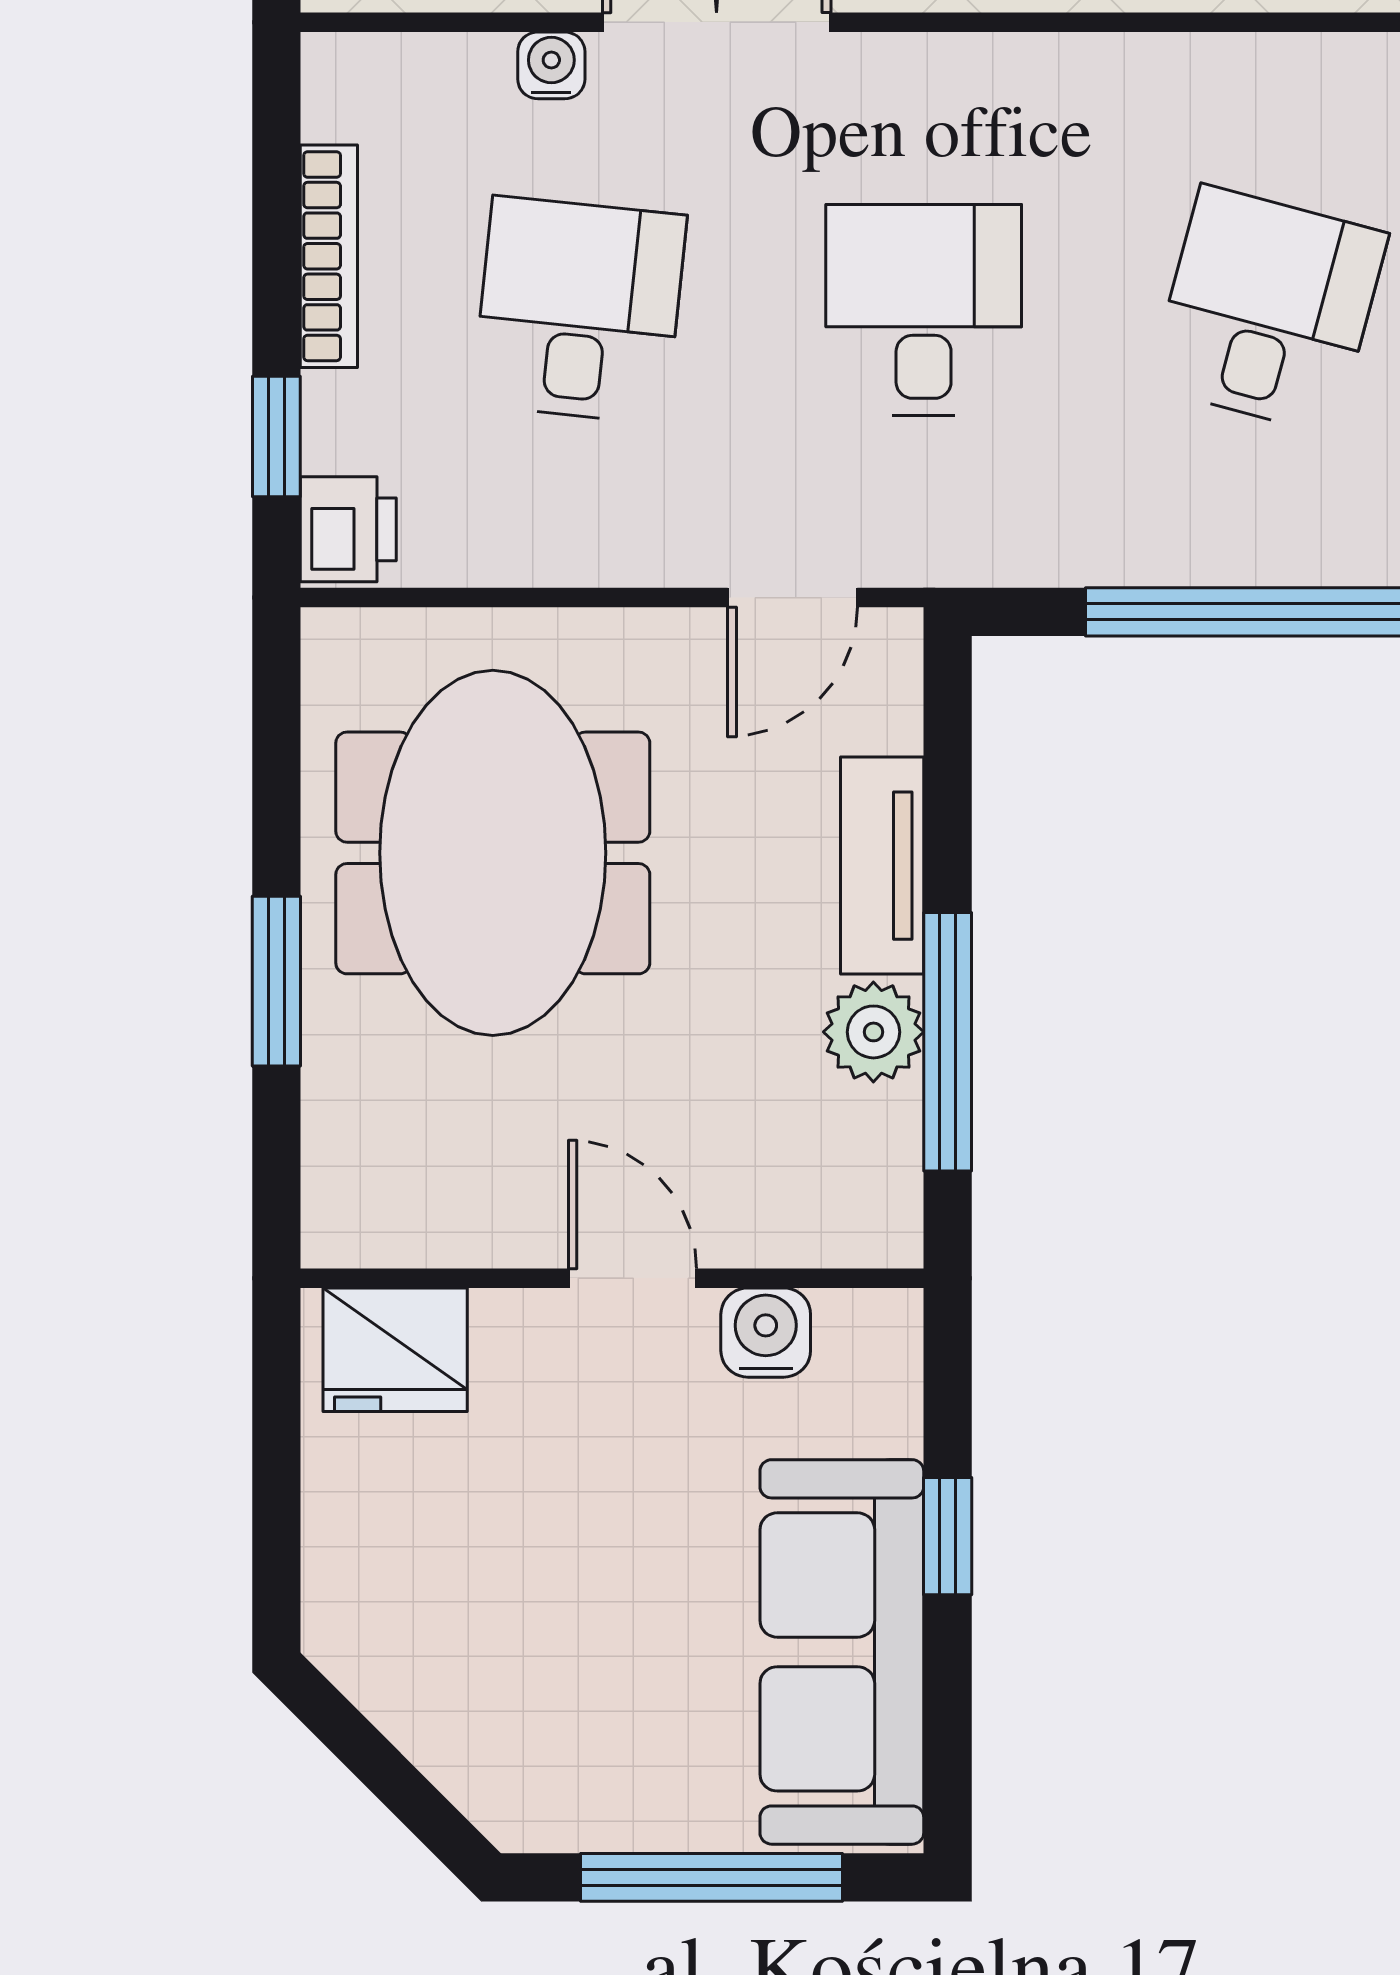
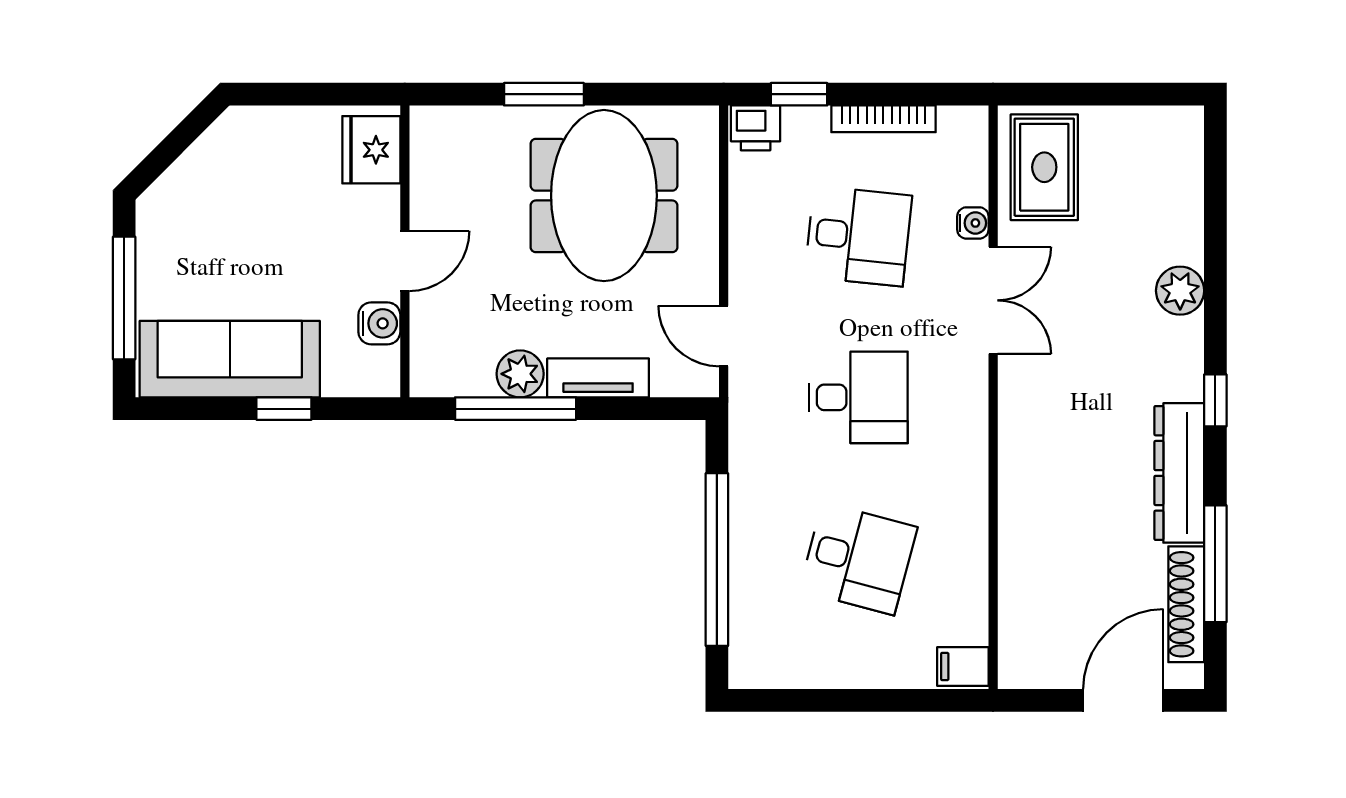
meeting table: (493, 853) -> (604, 196), turned 90

